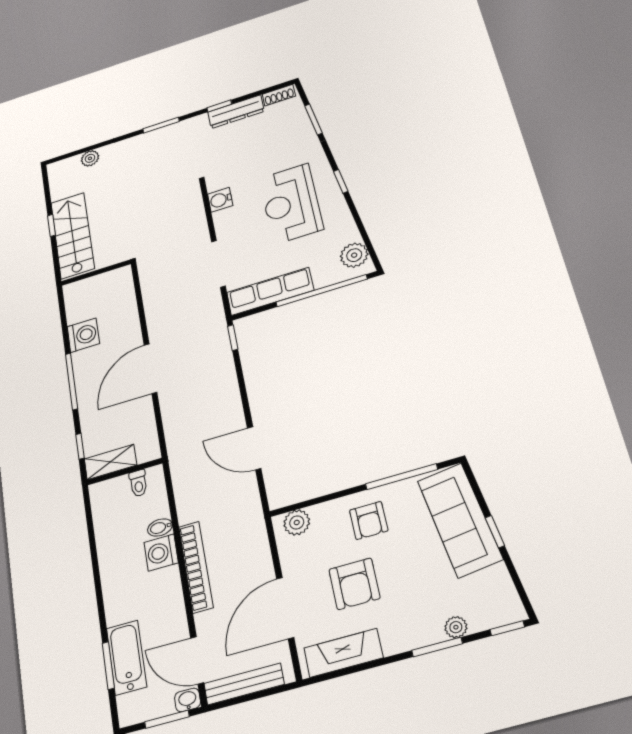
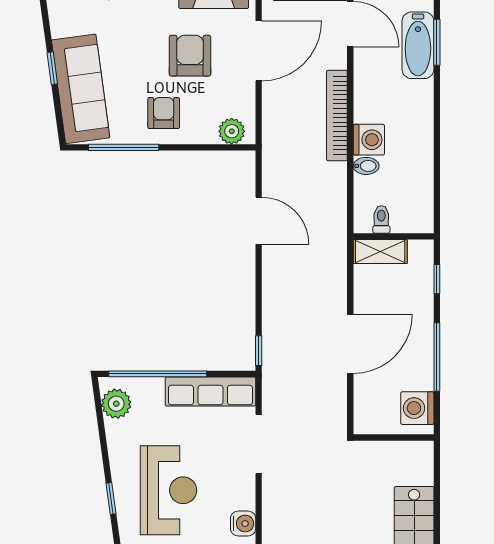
wall: (96, 273) -> (394, 438), moved
shelving: (110, 462) -> (380, 252), moved

